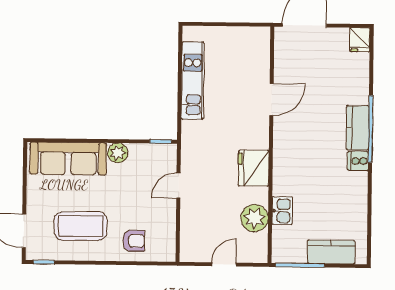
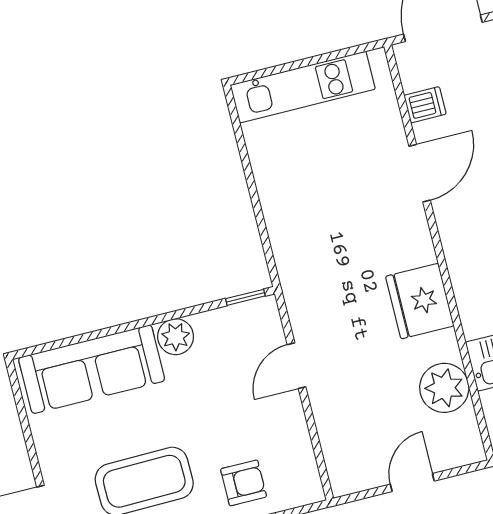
dishwasher: (284, 64) -> (425, 105), added
kitchen unit: (193, 81) -> (303, 87), moved, turned 90

